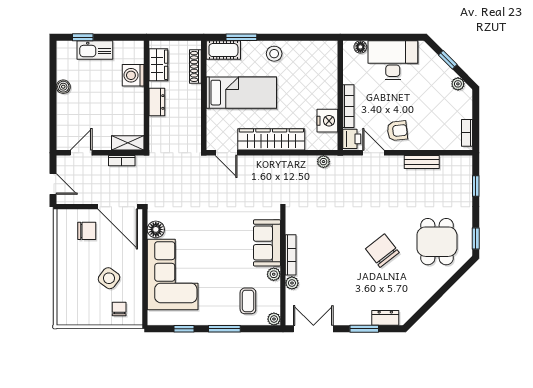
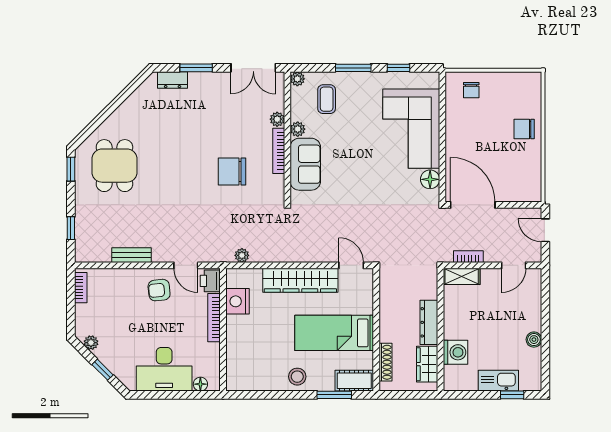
dresser: (157, 102) -> (429, 322), width x1.44
chair: (87, 231) -> (524, 129), moved
chair: (382, 251) -> (232, 171), moved, turned 128
side table: (109, 278) -> (483, 125), removed

